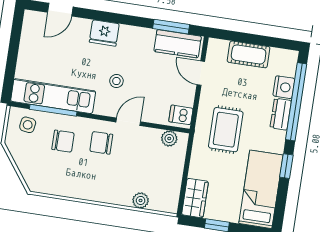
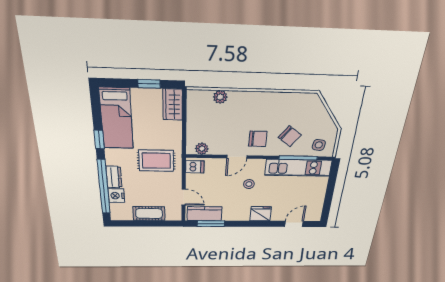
rug: (226, 130) -> (156, 161), turned 90
chair: (63, 141) -> (290, 136), turned -143

